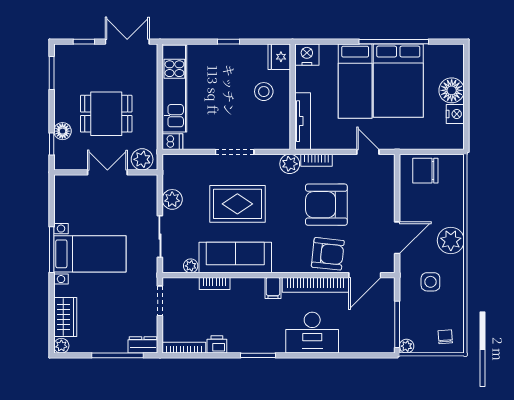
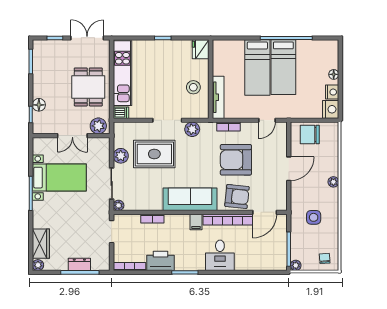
nightstand: (307, 55) -> (331, 109), moved, turned 90
bed: (398, 81) -> (283, 67), width x0.67
floor lamp: (452, 90) -> (334, 74), width x0.53, depth x0.53
stool: (264, 92) -> (193, 87), moved
dining table: (106, 114) -> (88, 87), moved, turned 90
door: (368, 152) -> (267, 120), swing flipped
plant: (290, 164) -> (192, 129), moved
double door: (107, 172) -> (72, 136), swing flipped
rug: (237, 204) -> (154, 154), moved
door: (397, 238) -> (289, 169), moved
plant: (451, 240) -> (333, 182), width x0.53, depth x0.53
bed with nightstands: (90, 254) -> (59, 178), moved
sofa: (235, 258) -> (190, 199), moved
plant: (191, 266) -> (119, 205), moved
desk: (312, 333) -> (220, 255), width x0.73
printer: (217, 344) -> (160, 261), width x1.87, depth x1.48
dresser: (143, 345) -> (79, 264), moved

